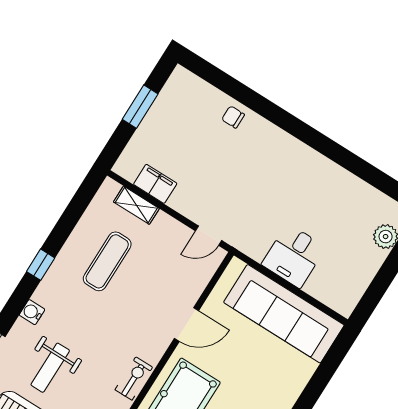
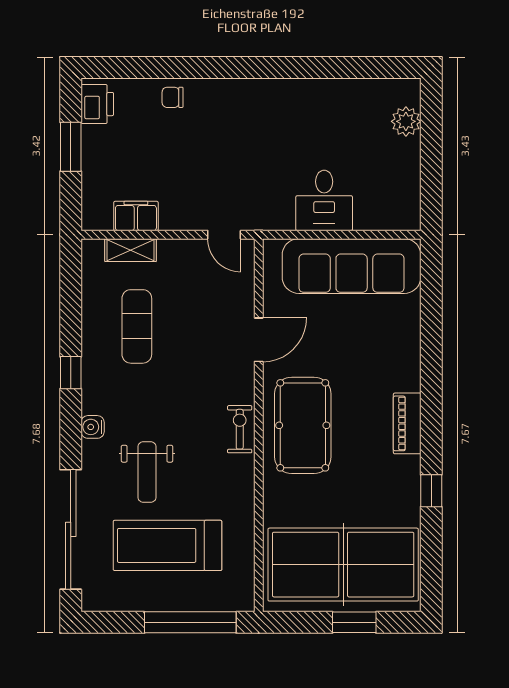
printer: (177, 88) -> (97, 104), added
door: (209, 236) -> (224, 235), hinge flipped

